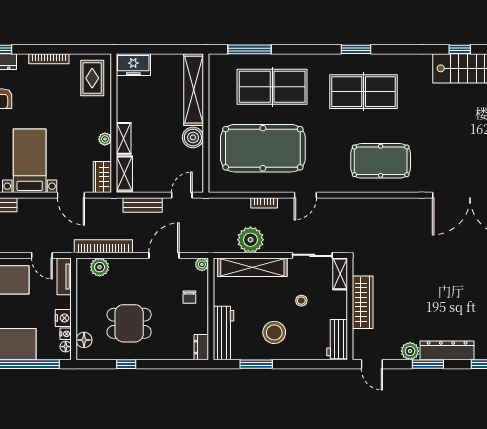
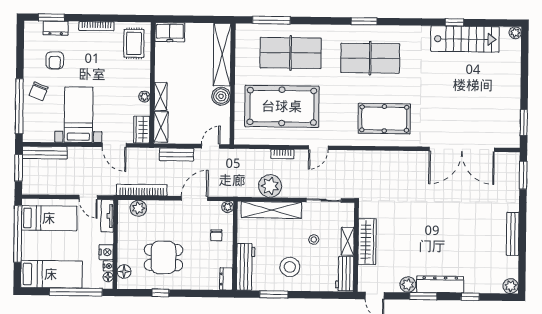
shelving: (340, 274) -> (348, 241), moved

